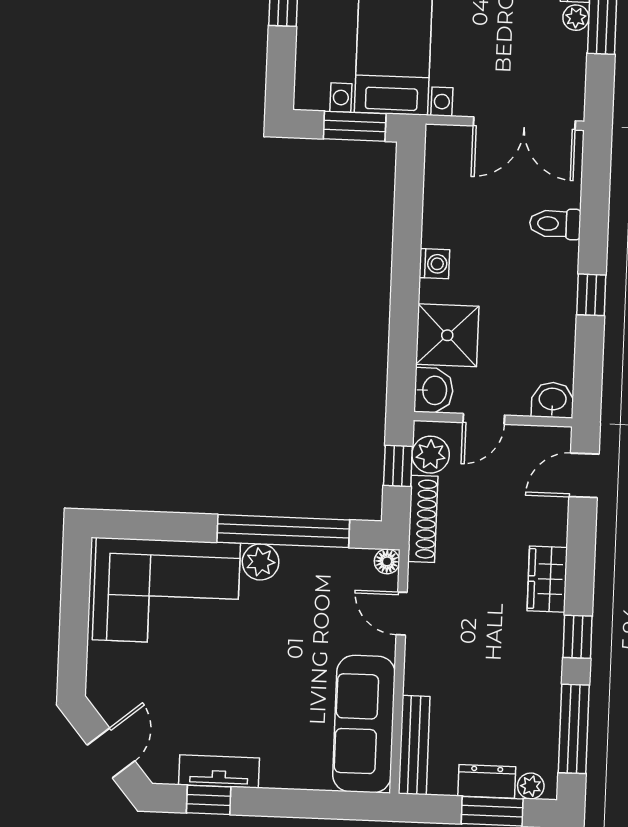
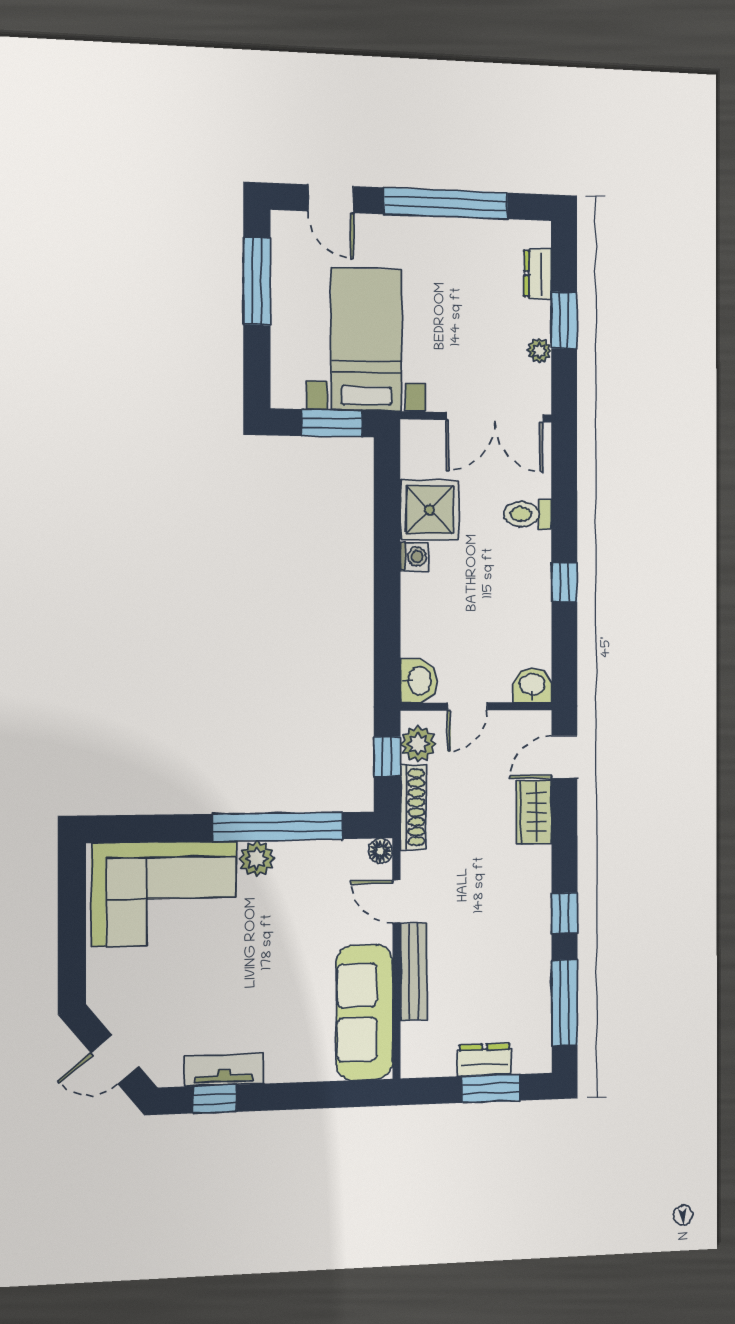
plant: (576, 18) -> (539, 351), moved
shower: (447, 335) -> (429, 510), moved
wardrobe: (547, 579) -> (534, 812), moved
bench: (414, 745) -> (414, 972), moved
door: (111, 753) -> (115, 1059), swing flipped
plant: (531, 786) -> (526, 1061), removed

